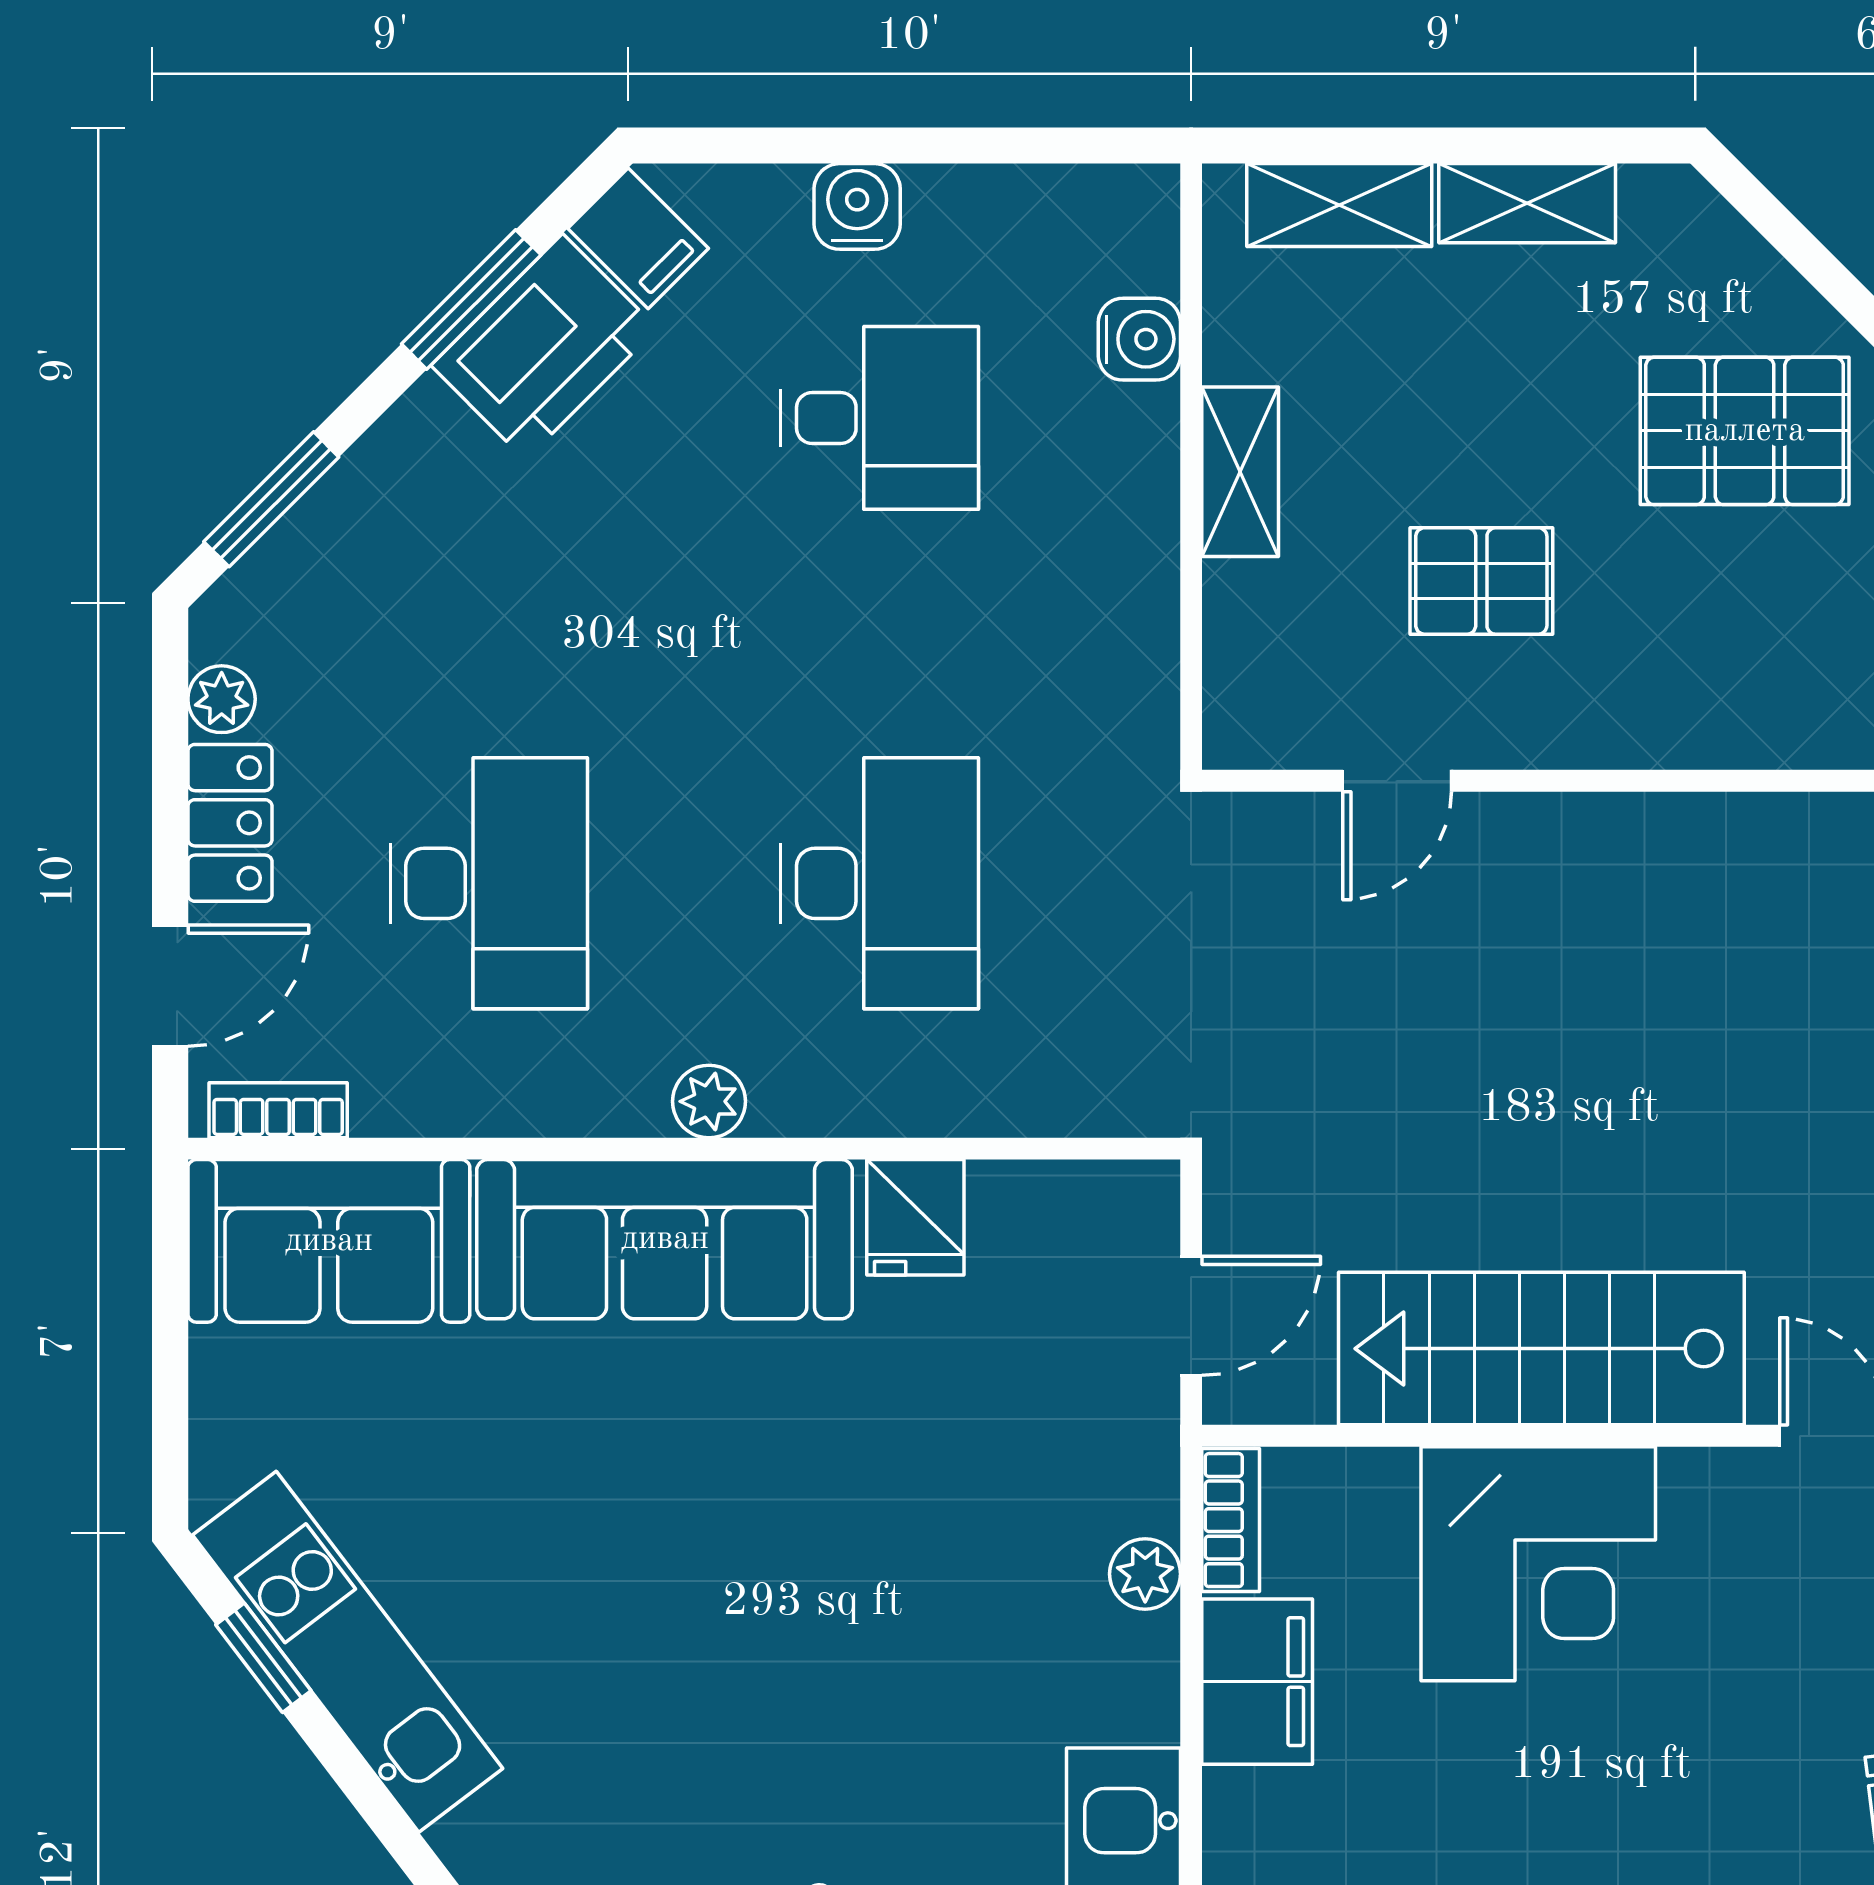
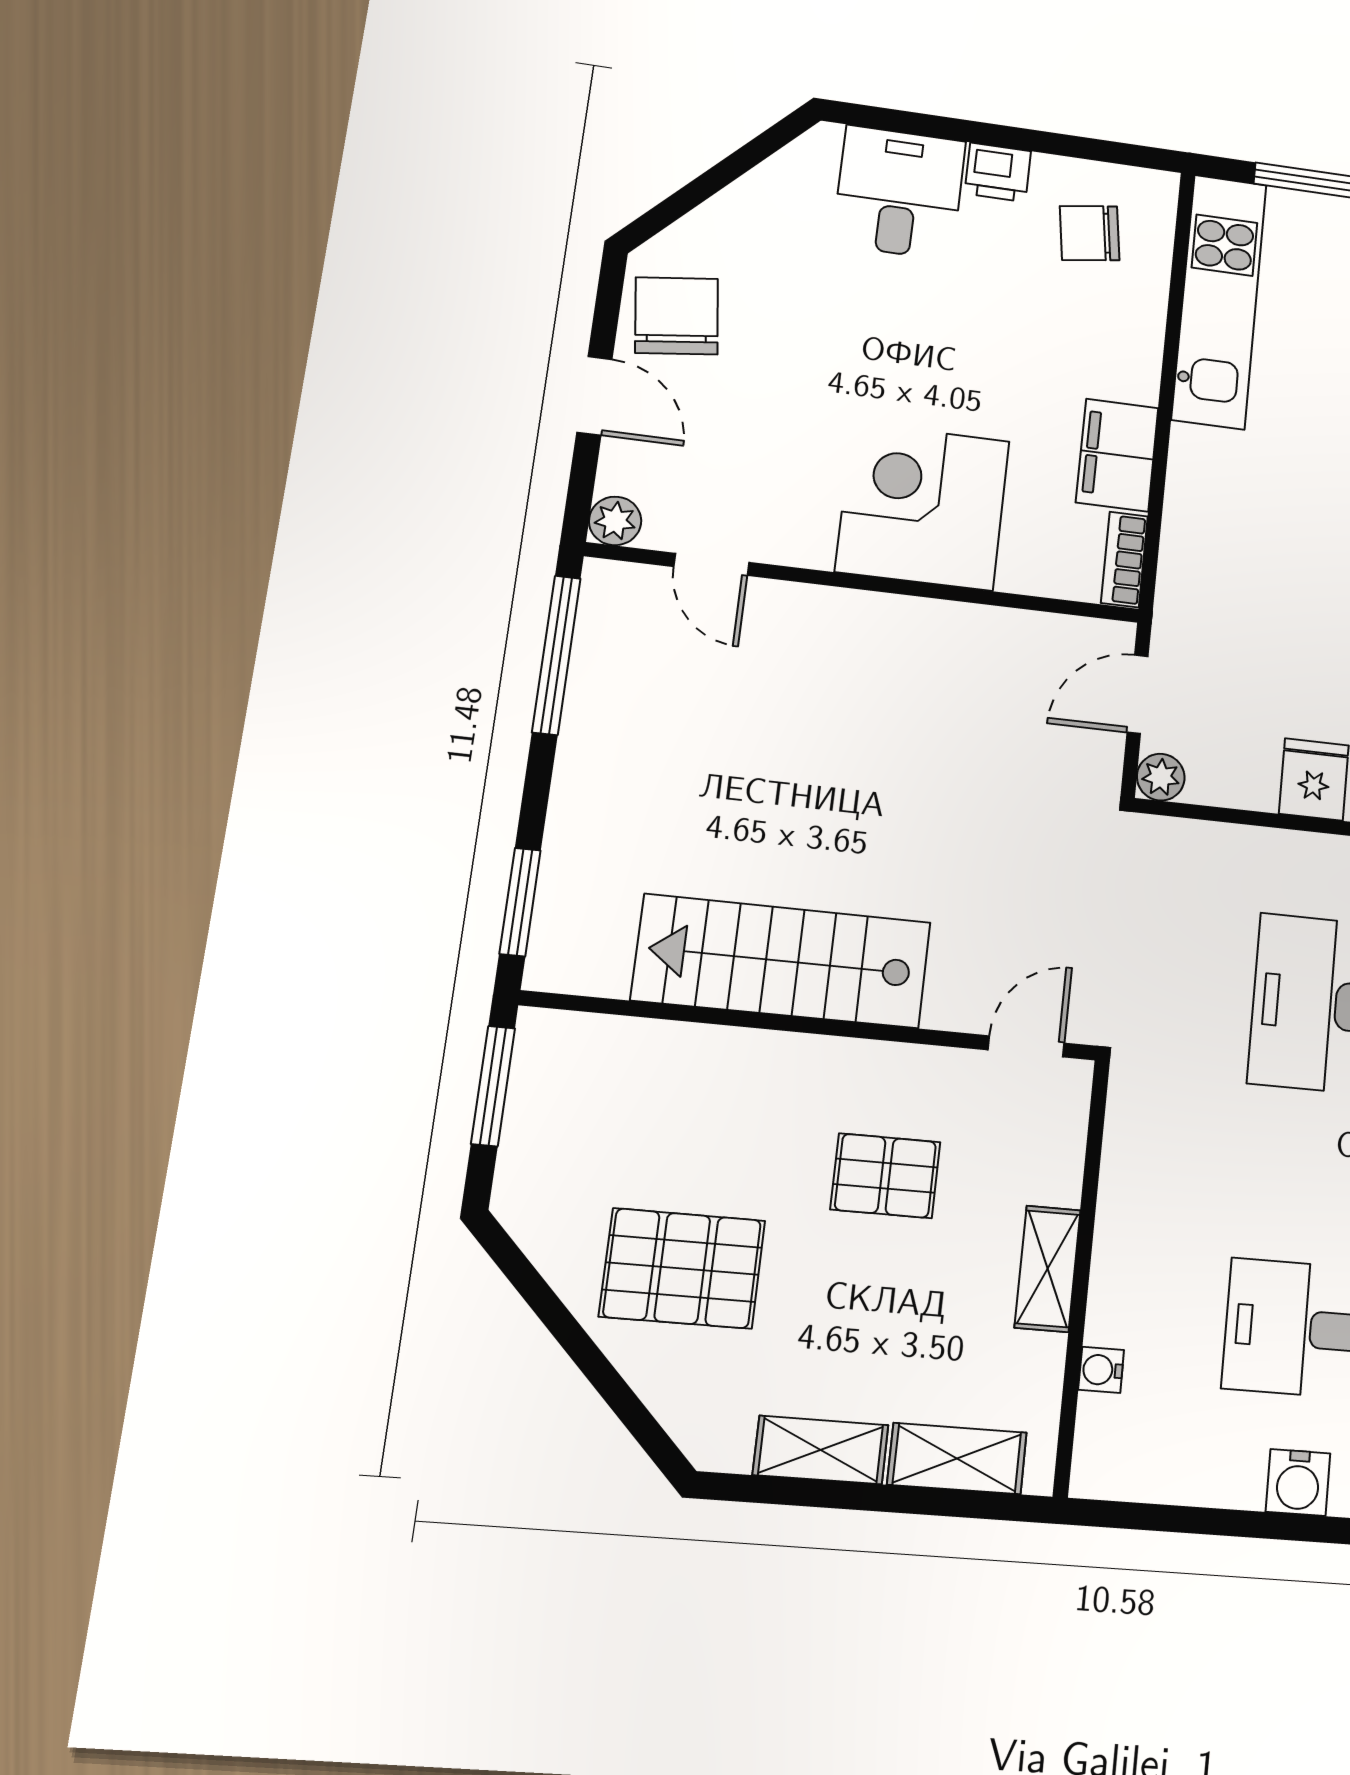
water cooler: (1139, 339) -> (1101, 1370), width x0.72, depth x0.72
door: (1397, 781) -> (1026, 1046), moved
stairs: (1541, 1349) -> (782, 961), moved, turned 180
plant: (1145, 1574) -> (1161, 777), moved

